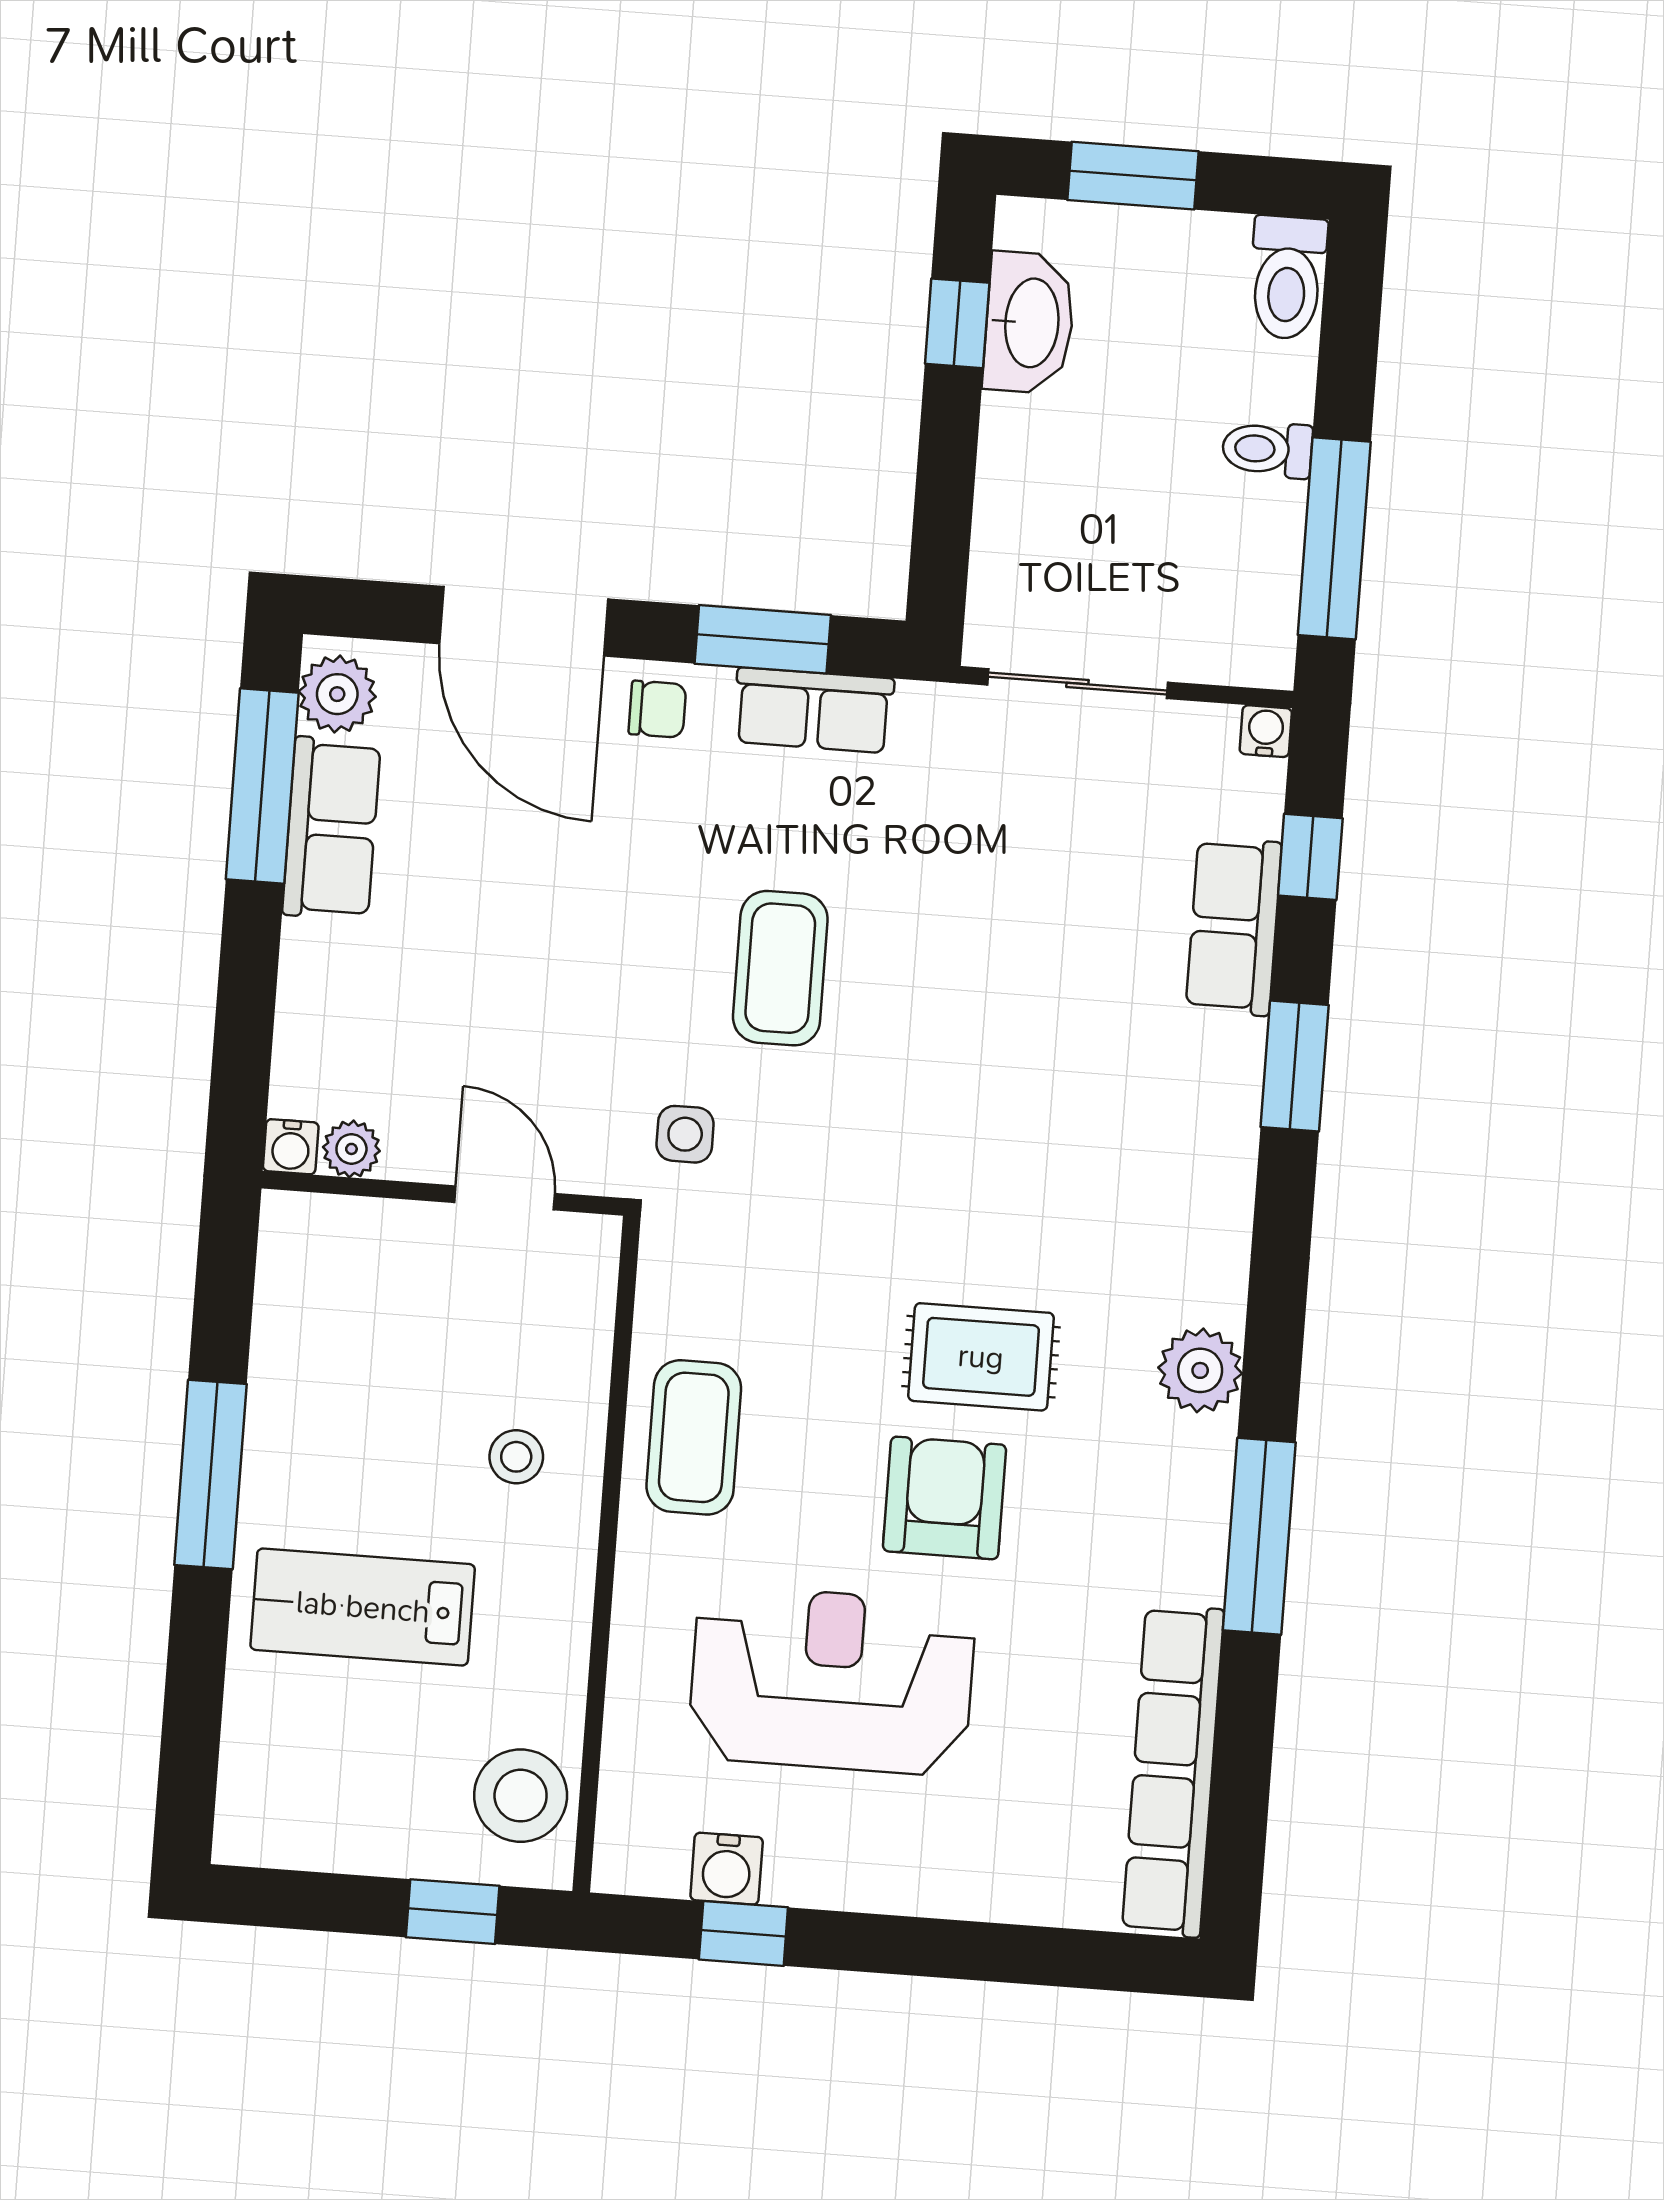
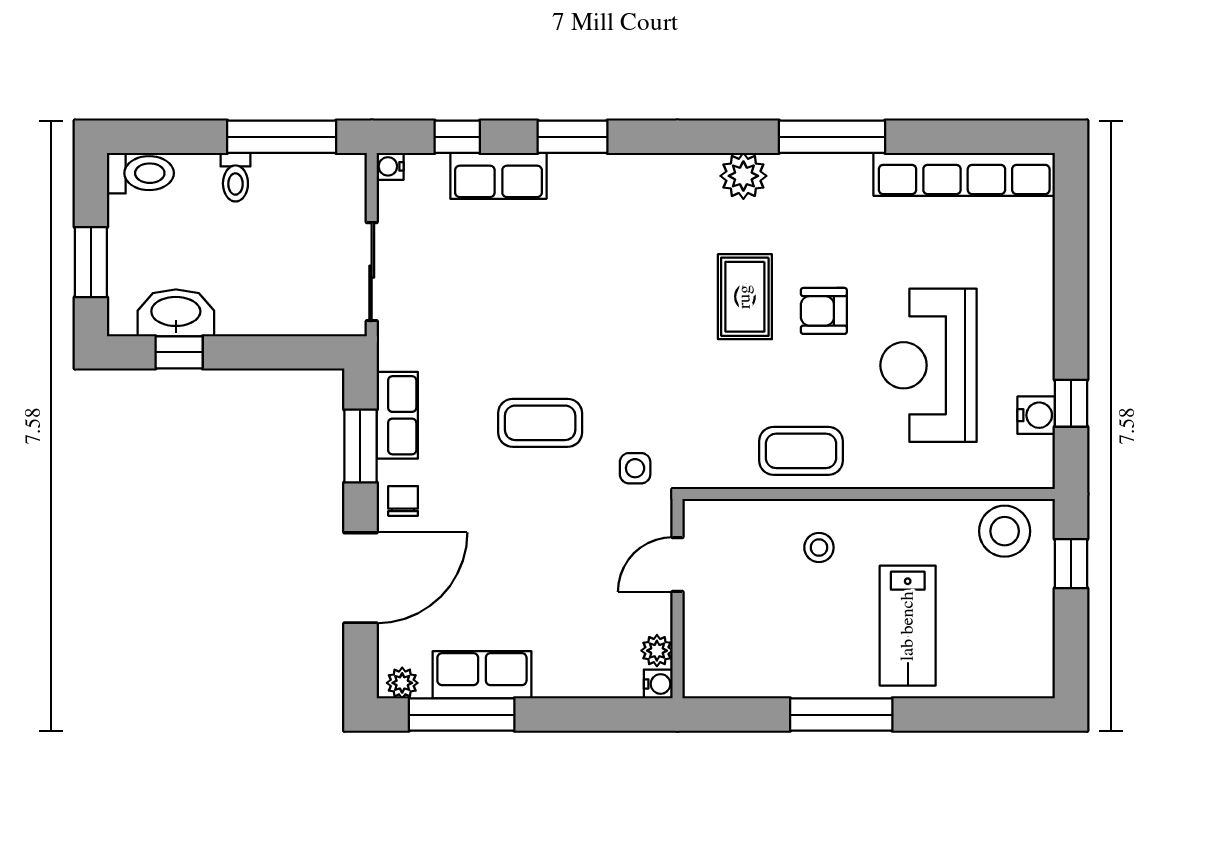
plant: (337, 694) -> (402, 683), width x0.73, depth x0.73
armchair: (945, 1498) -> (824, 311), width x0.72, depth x0.72

